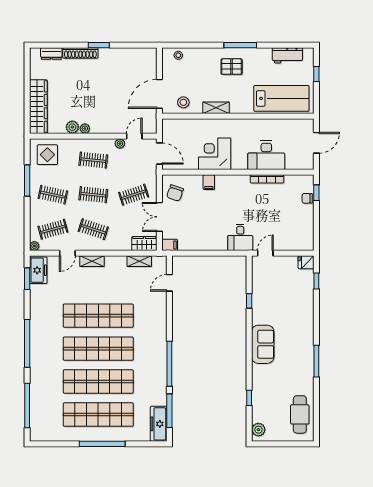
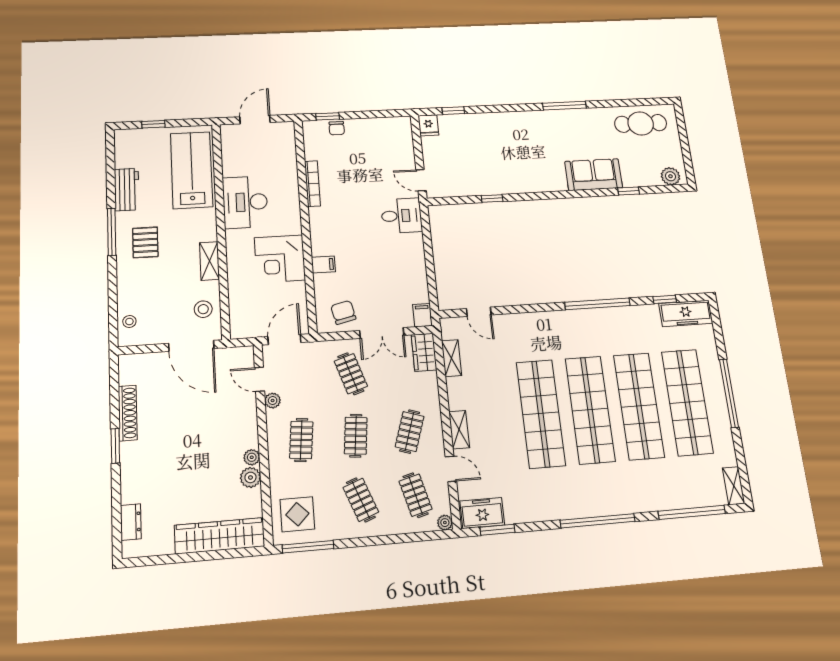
shoe rack: (80, 53) -> (128, 413), moved
workbench: (287, 55) -> (127, 190), moved
door: (316, 143) -> (255, 120), hinge flipped
desk: (266, 155) -> (245, 202), moved, turned 180
window: (27, 180) -> (308, 547), moved
chair: (175, 193) -> (343, 312), turned -122
clothes rail: (53, 195) -> (361, 500), turned -33
sofa: (263, 344) -> (594, 175), moved
window: (169, 411) -> (665, 299), width x0.46
shelving: (42, 436) -> (734, 486), added

